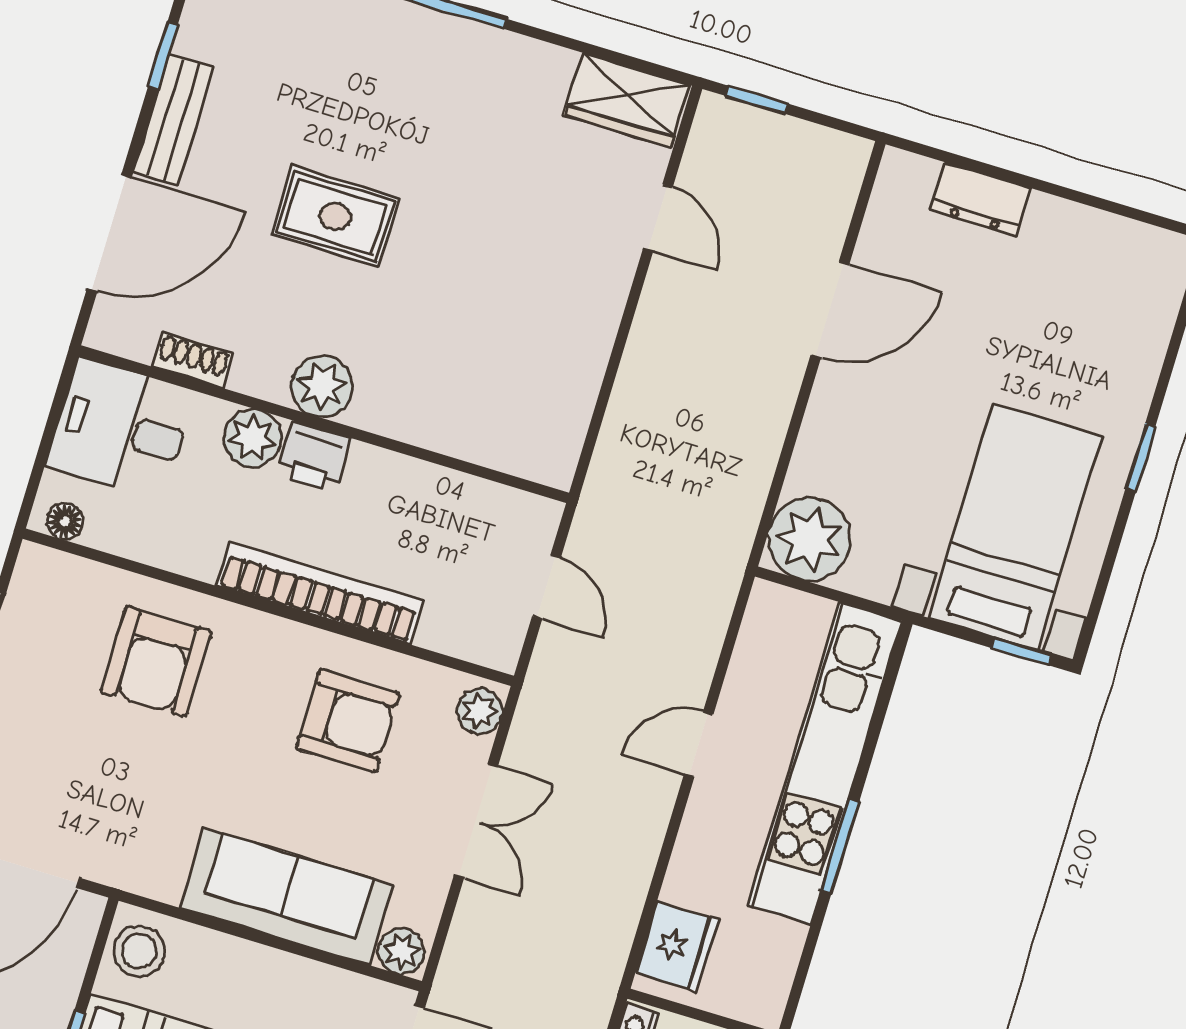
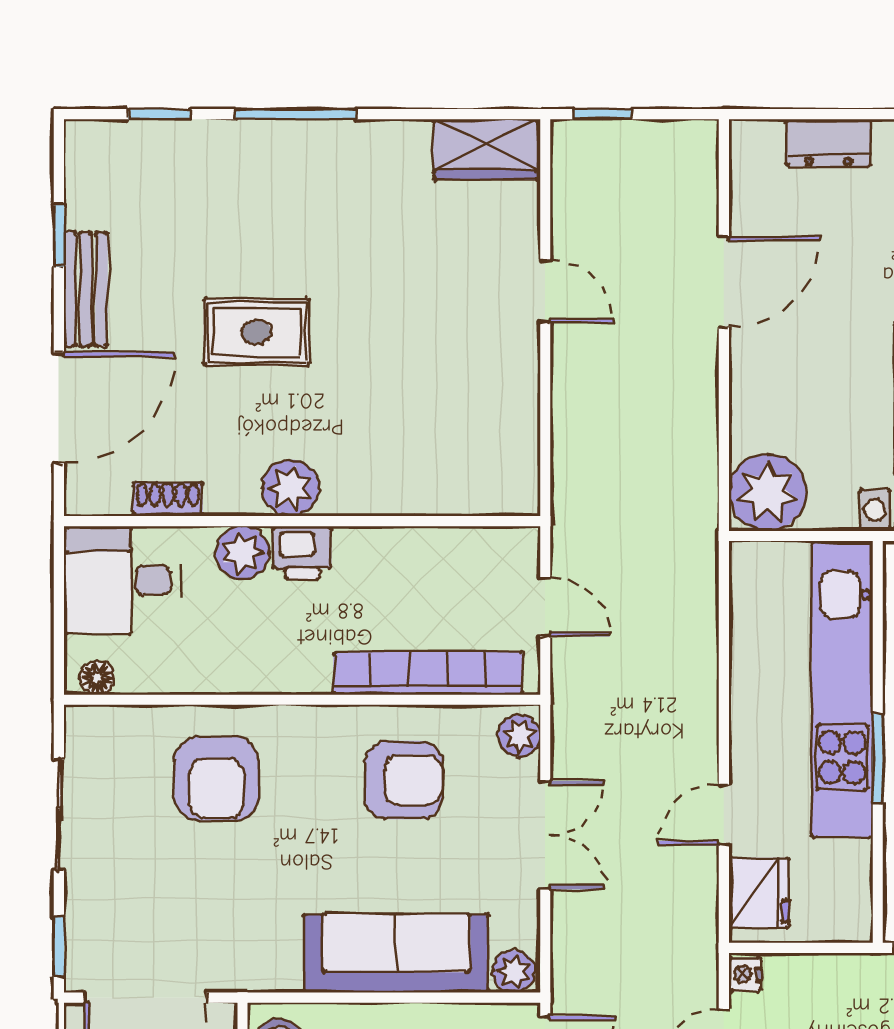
door: (658, 218) -> (545, 291), moved
bookcase: (320, 593) -> (428, 673), moved
door: (699, 744) -> (724, 815), moved

